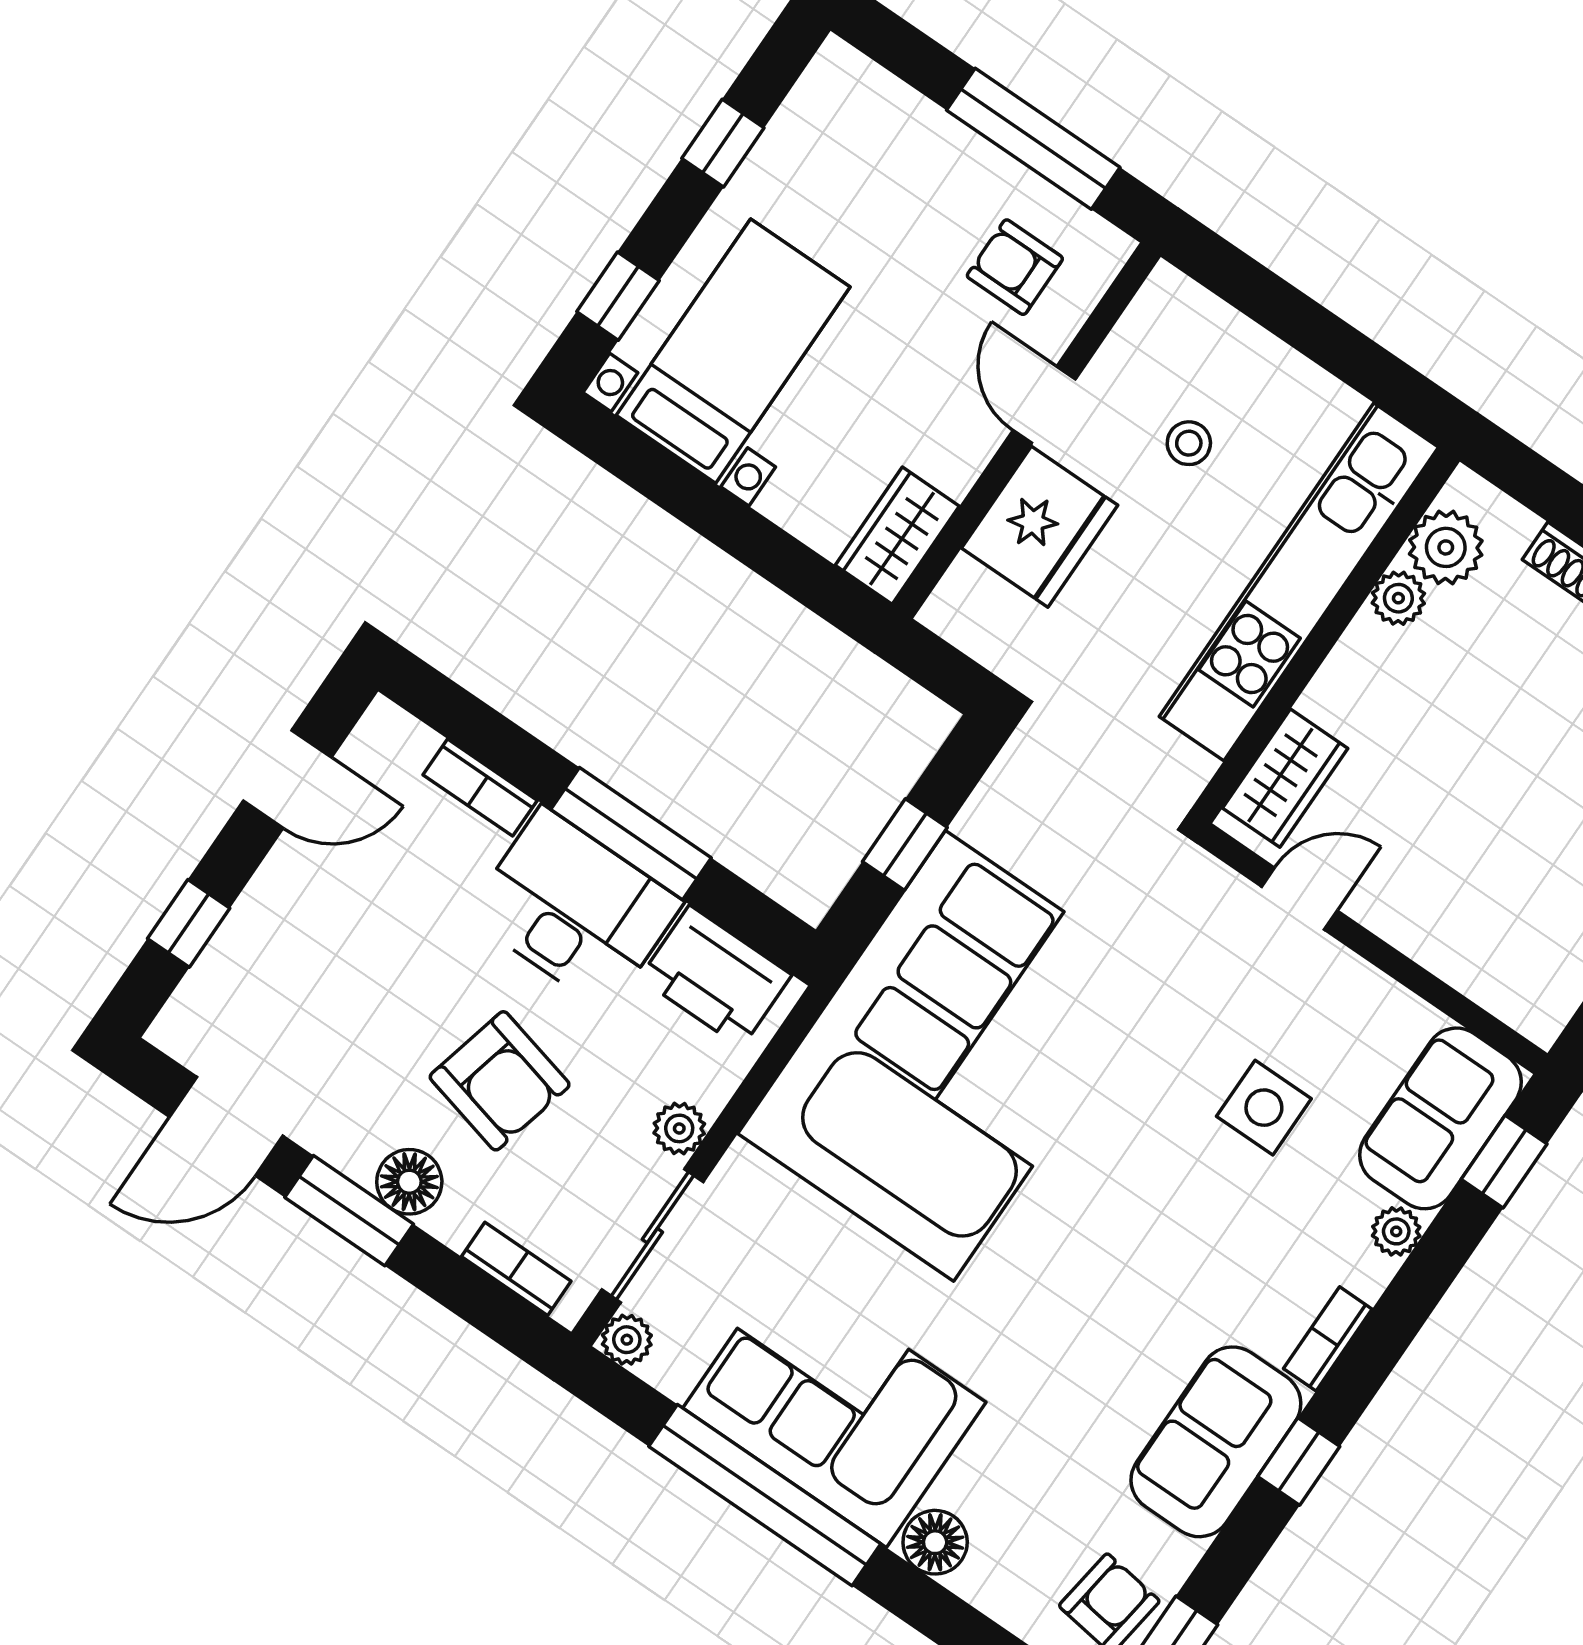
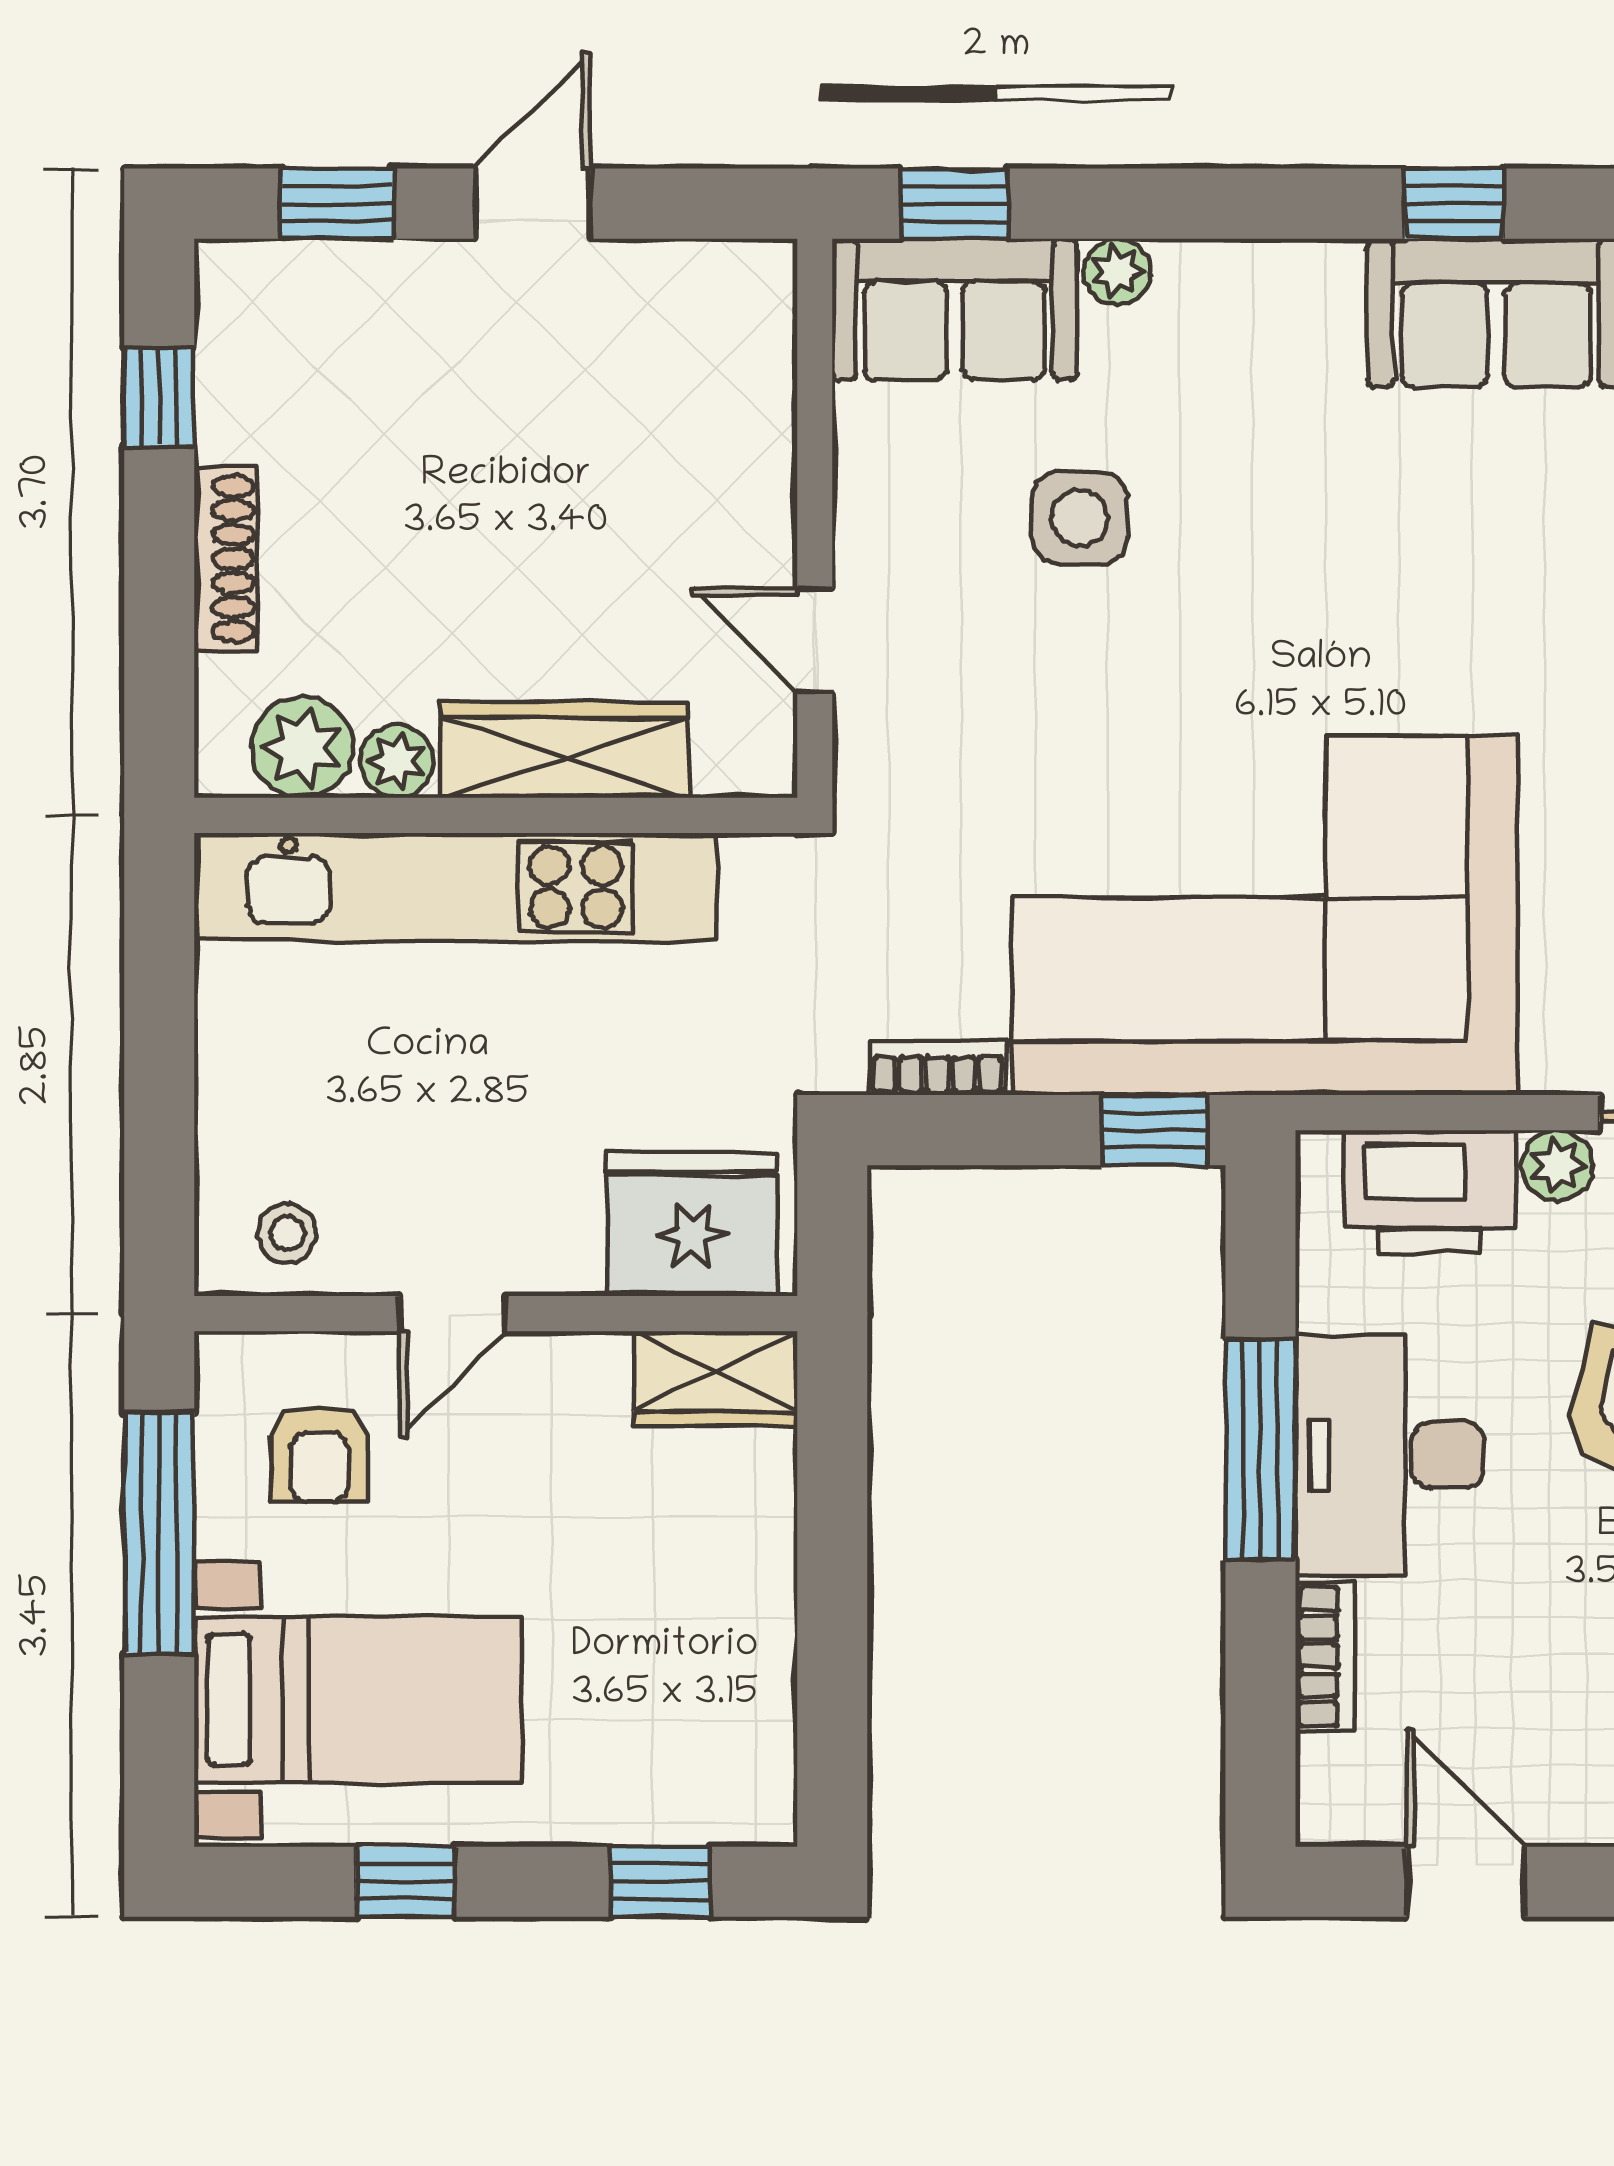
bed with nightstands: (733, 351) -> (358, 1700), moved, turned 180
stool: (1189, 443) -> (287, 1233), moved
fridge: (1040, 527) -> (692, 1224), moved
wardrobe: (1285, 778) -> (564, 750), moved, width x1.50
window: (905, 844) -> (1155, 1130), moved
printer: (715, 977) -> (1430, 1192), moved, turned 90
bookcase: (1328, 1339) -> (937, 1068), moved, turned 180

